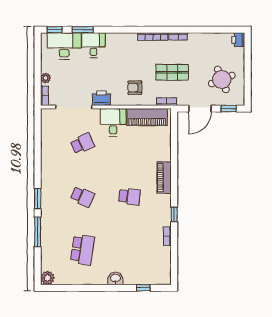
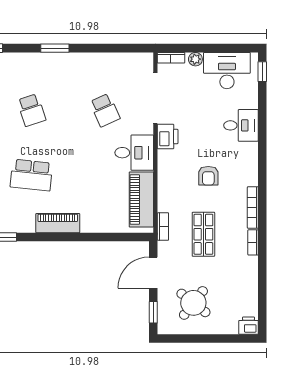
window: (83, 30) -> (262, 111), removed
desk: (64, 46) -> (227, 71), moved, turned -90
round table: (222, 80) -> (193, 303), turned -30
armchair: (135, 88) -> (208, 176), moved, turned 180
door: (200, 109) -> (153, 273), hinge flipped
school desk: (82, 197) -> (31, 110), turned -42
school desk: (129, 197) -> (31, 175), width x1.85
window: (38, 199) -> (55, 48), moved

